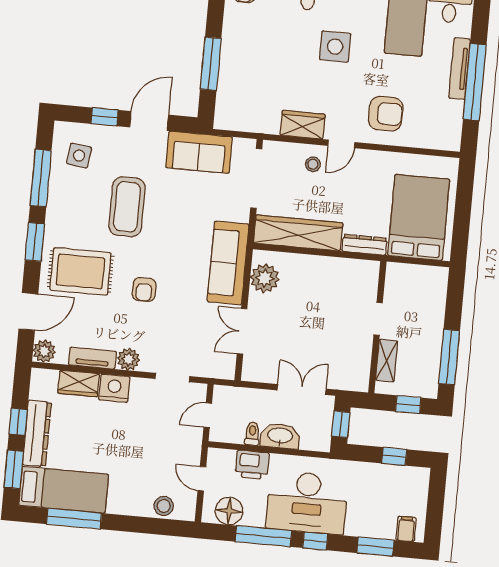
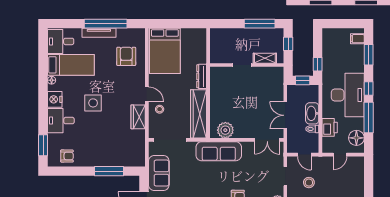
armchair: (386, 114) -> (126, 56), moved
bed: (419, 217) -> (165, 51), moved, turned -90
double door: (242, 331) -> (267, 140), moved
double door: (302, 390) -> (285, 115), moved
window: (394, 456) -> (318, 64), moved
stool: (164, 506) -> (309, 183), moved

